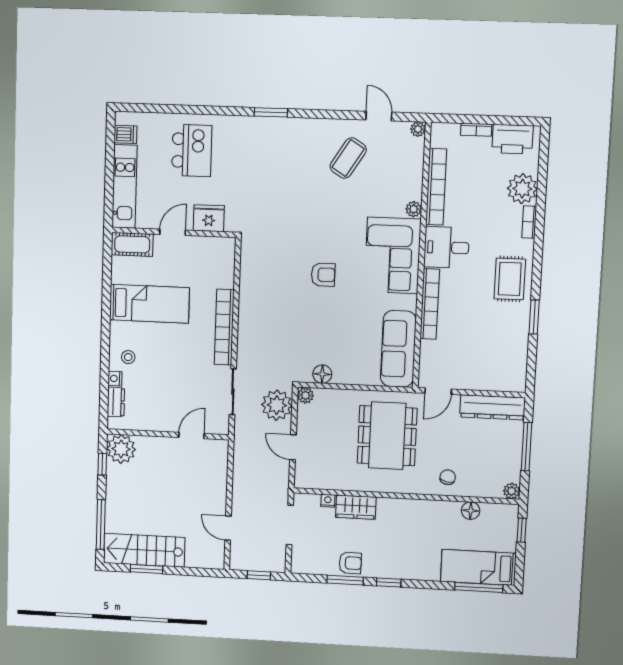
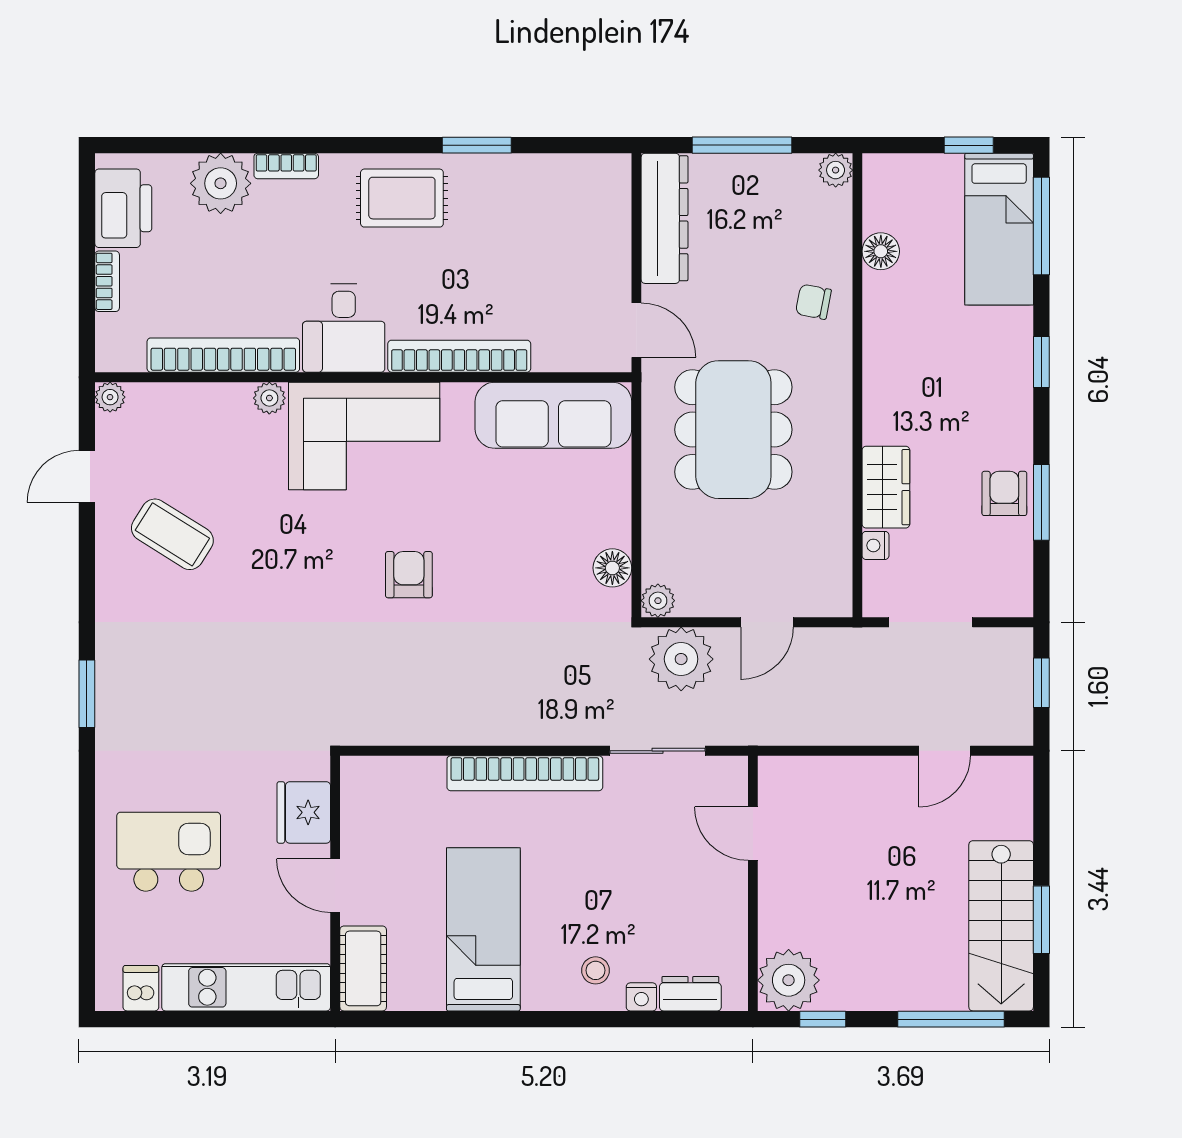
dining table: (387, 436) -> (733, 430), turned 90
window: (522, 530) -> (969, 145), moved
window: (389, 582) -> (1041, 362), moved

